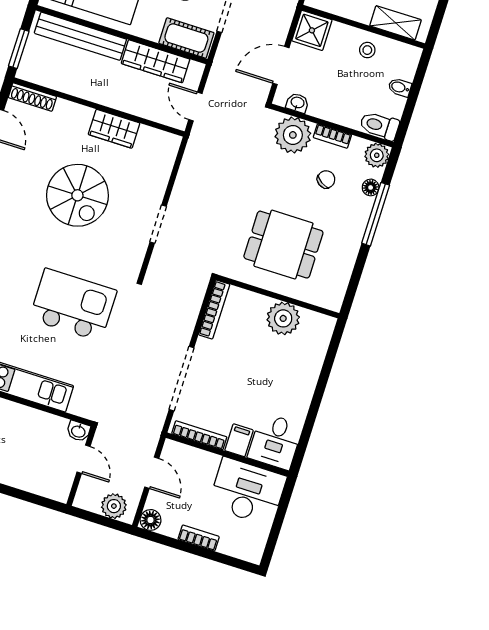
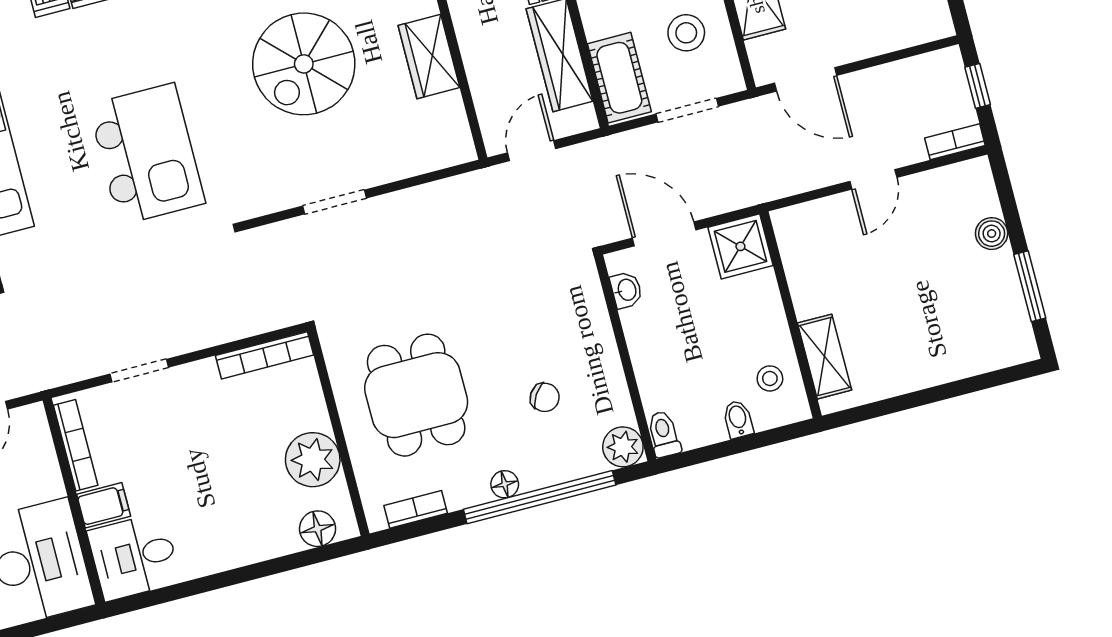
stool: (367, 50) -> (770, 378), moved
toilet: (379, 126) -> (664, 434), width x0.73, depth x0.72
plant: (293, 135) -> (578, 312), removed
bookcase: (332, 136) -> (416, 509), moved, turned 90
floor lamp: (371, 187) -> (505, 484), moved
window: (376, 214) -> (540, 497), width x1.46
floor lamp: (320, 338) -> (318, 529), added
doorway: (182, 379) -> (139, 371), width x0.53

